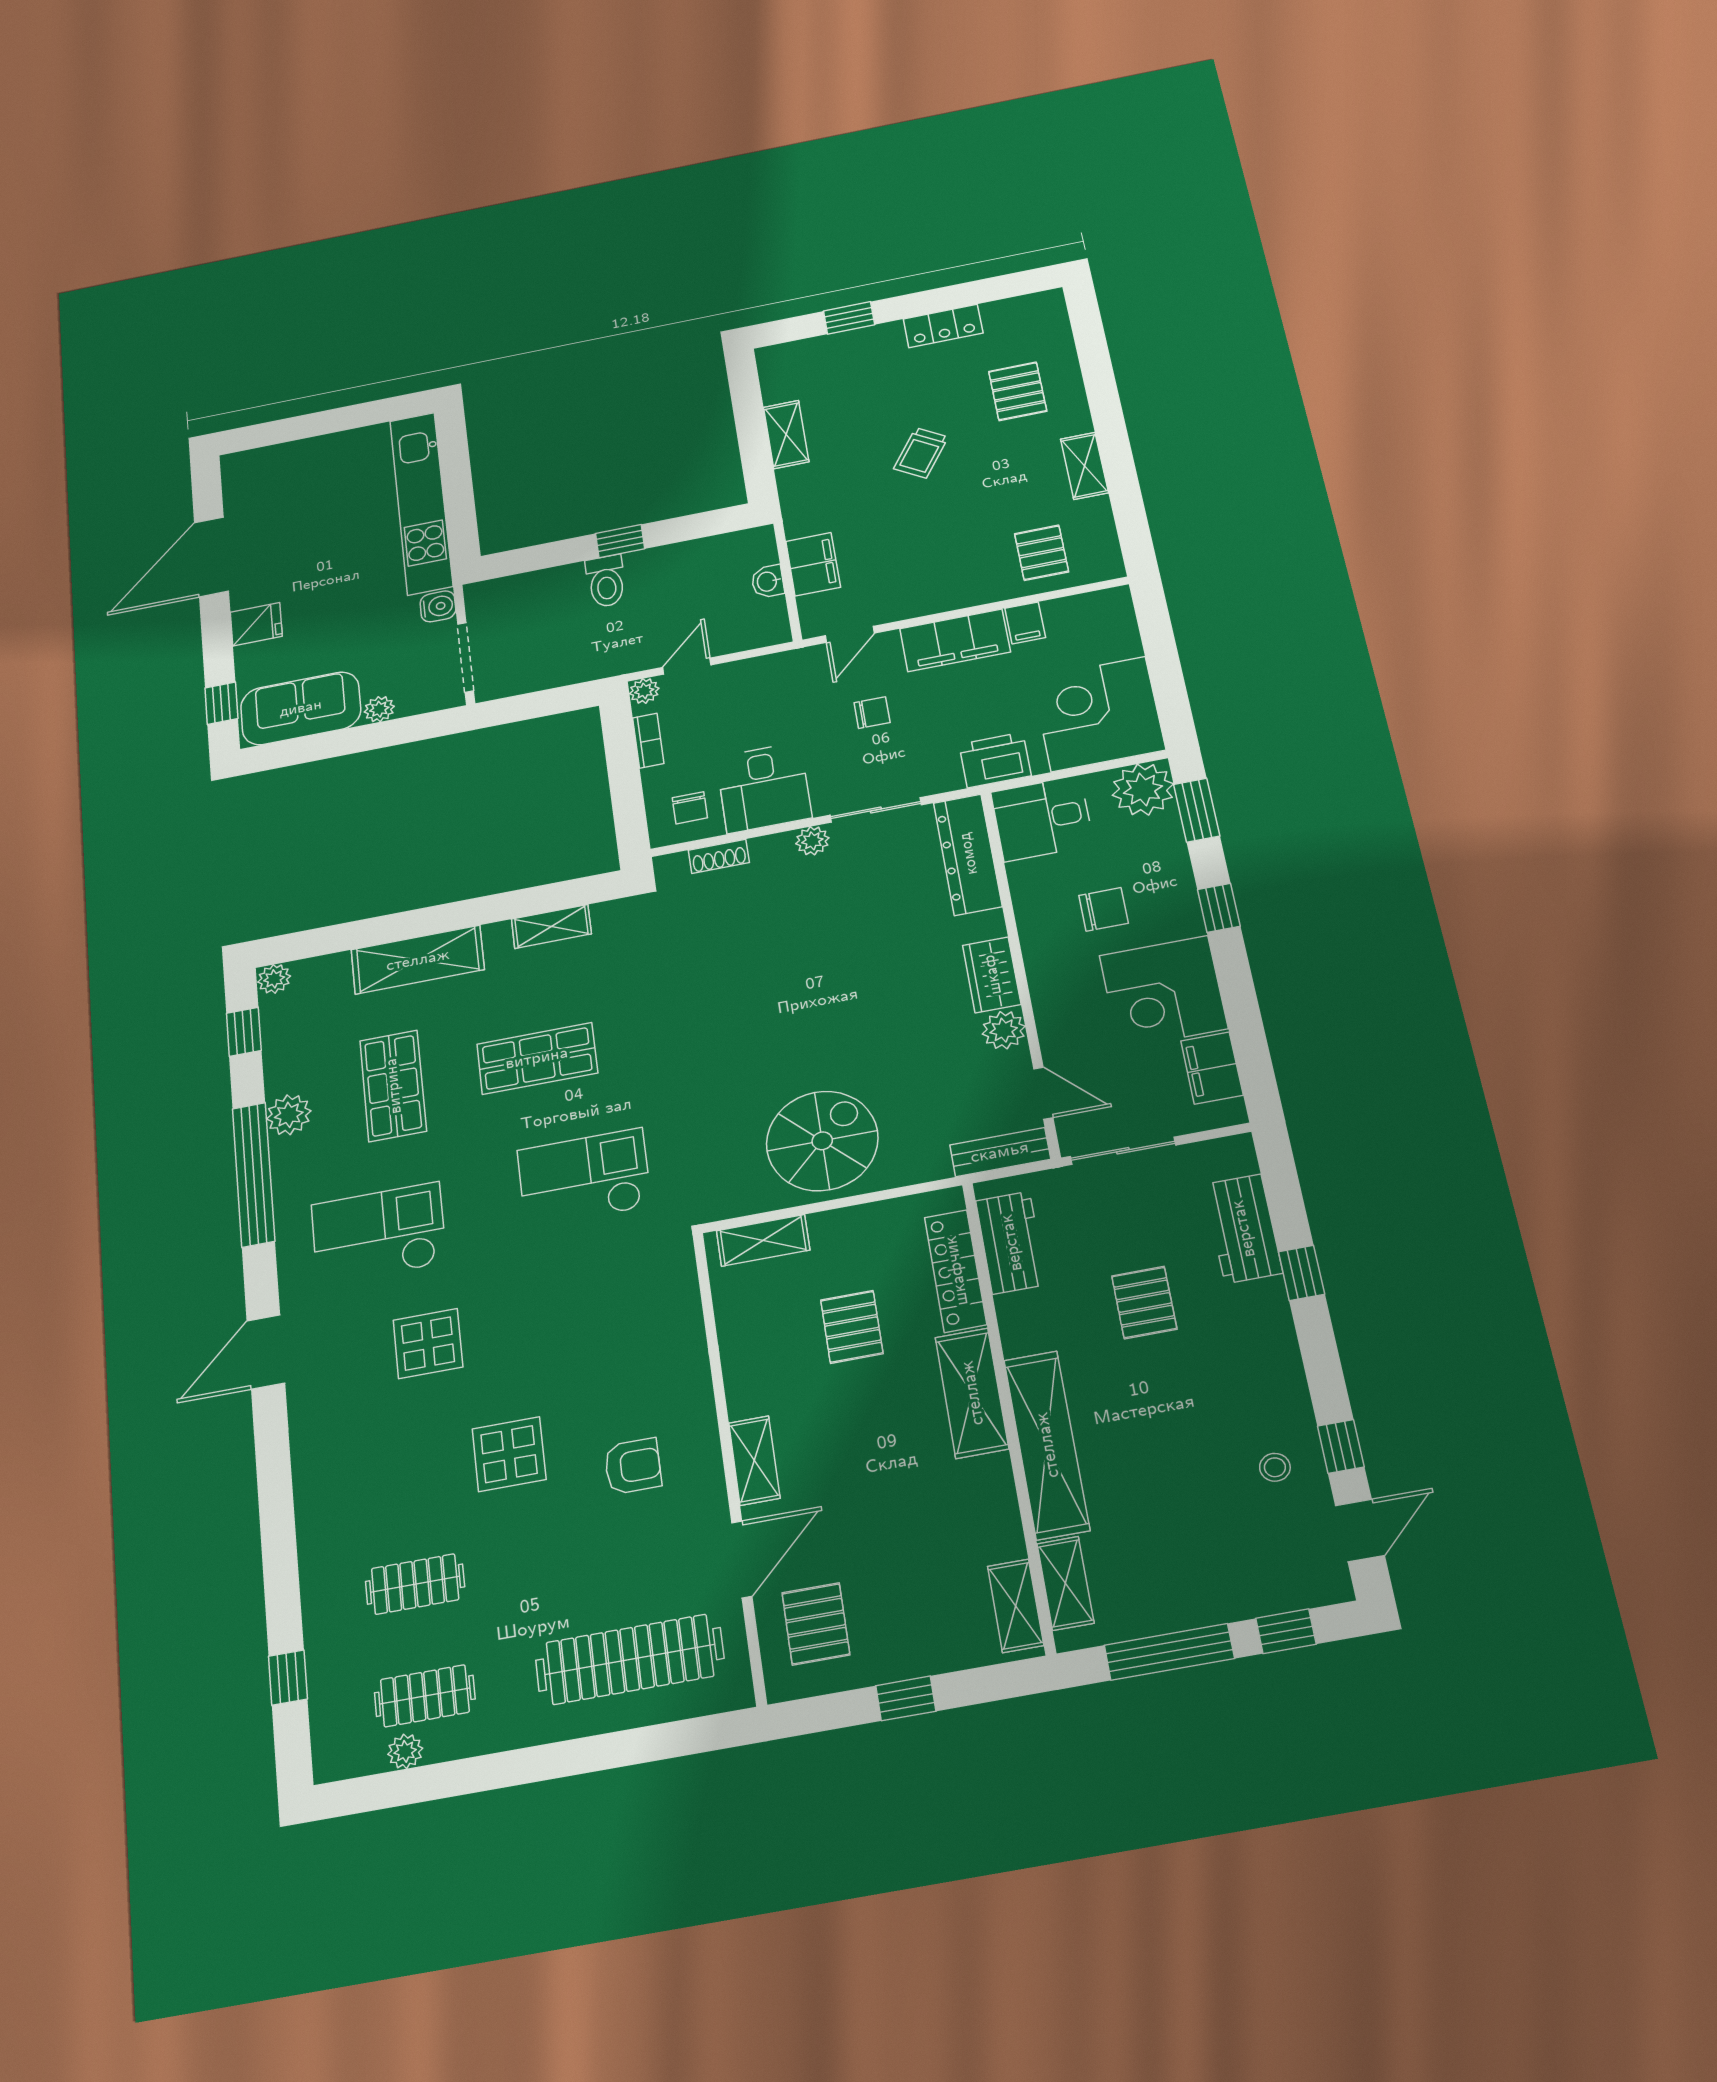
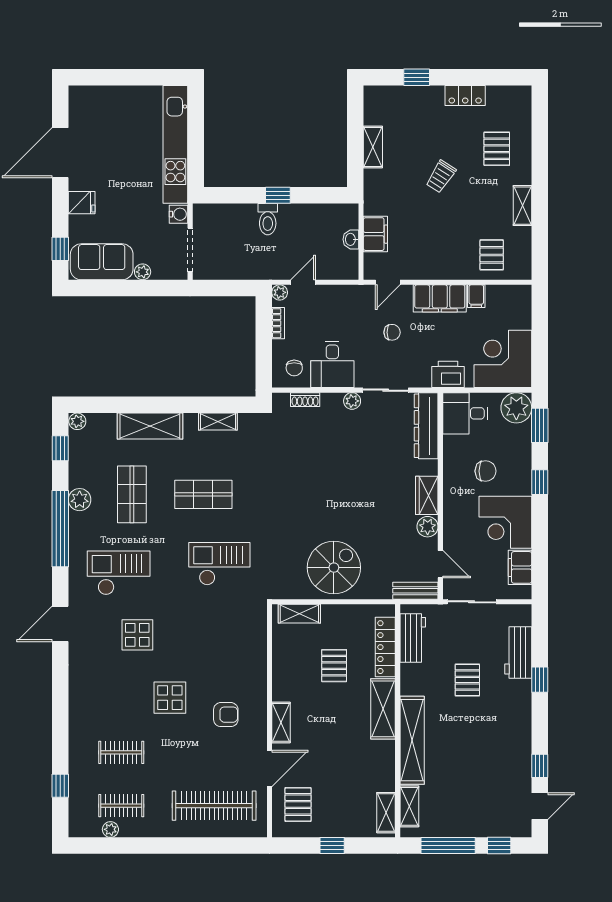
stool: (1275, 1467) -> (509, 770), removed

